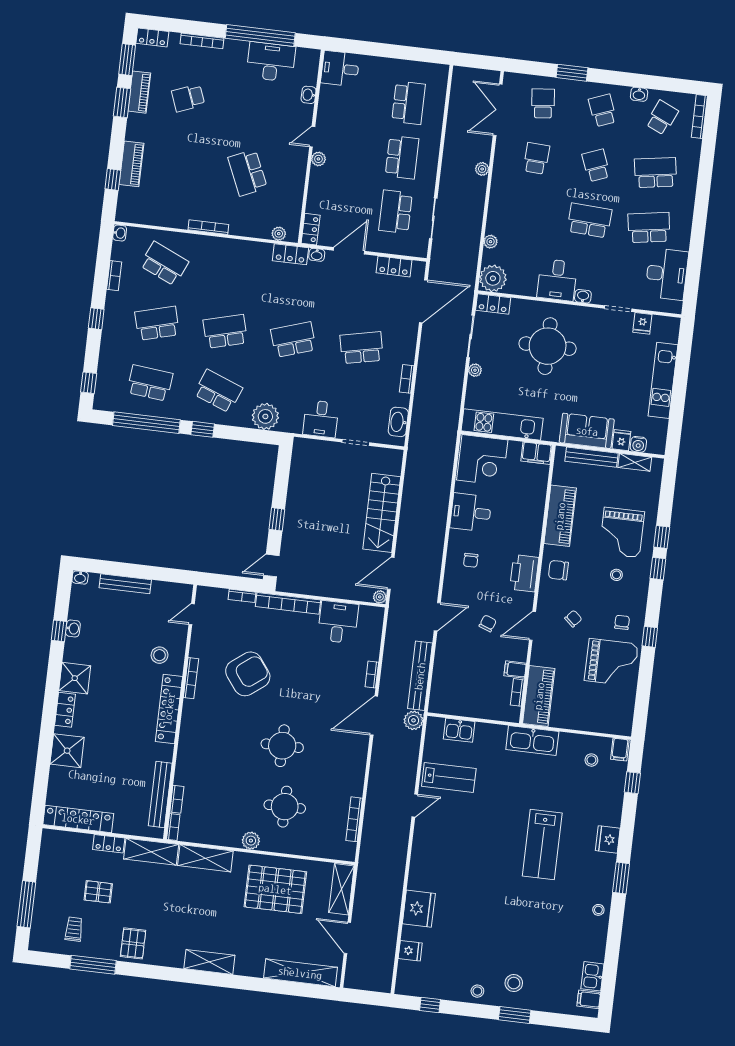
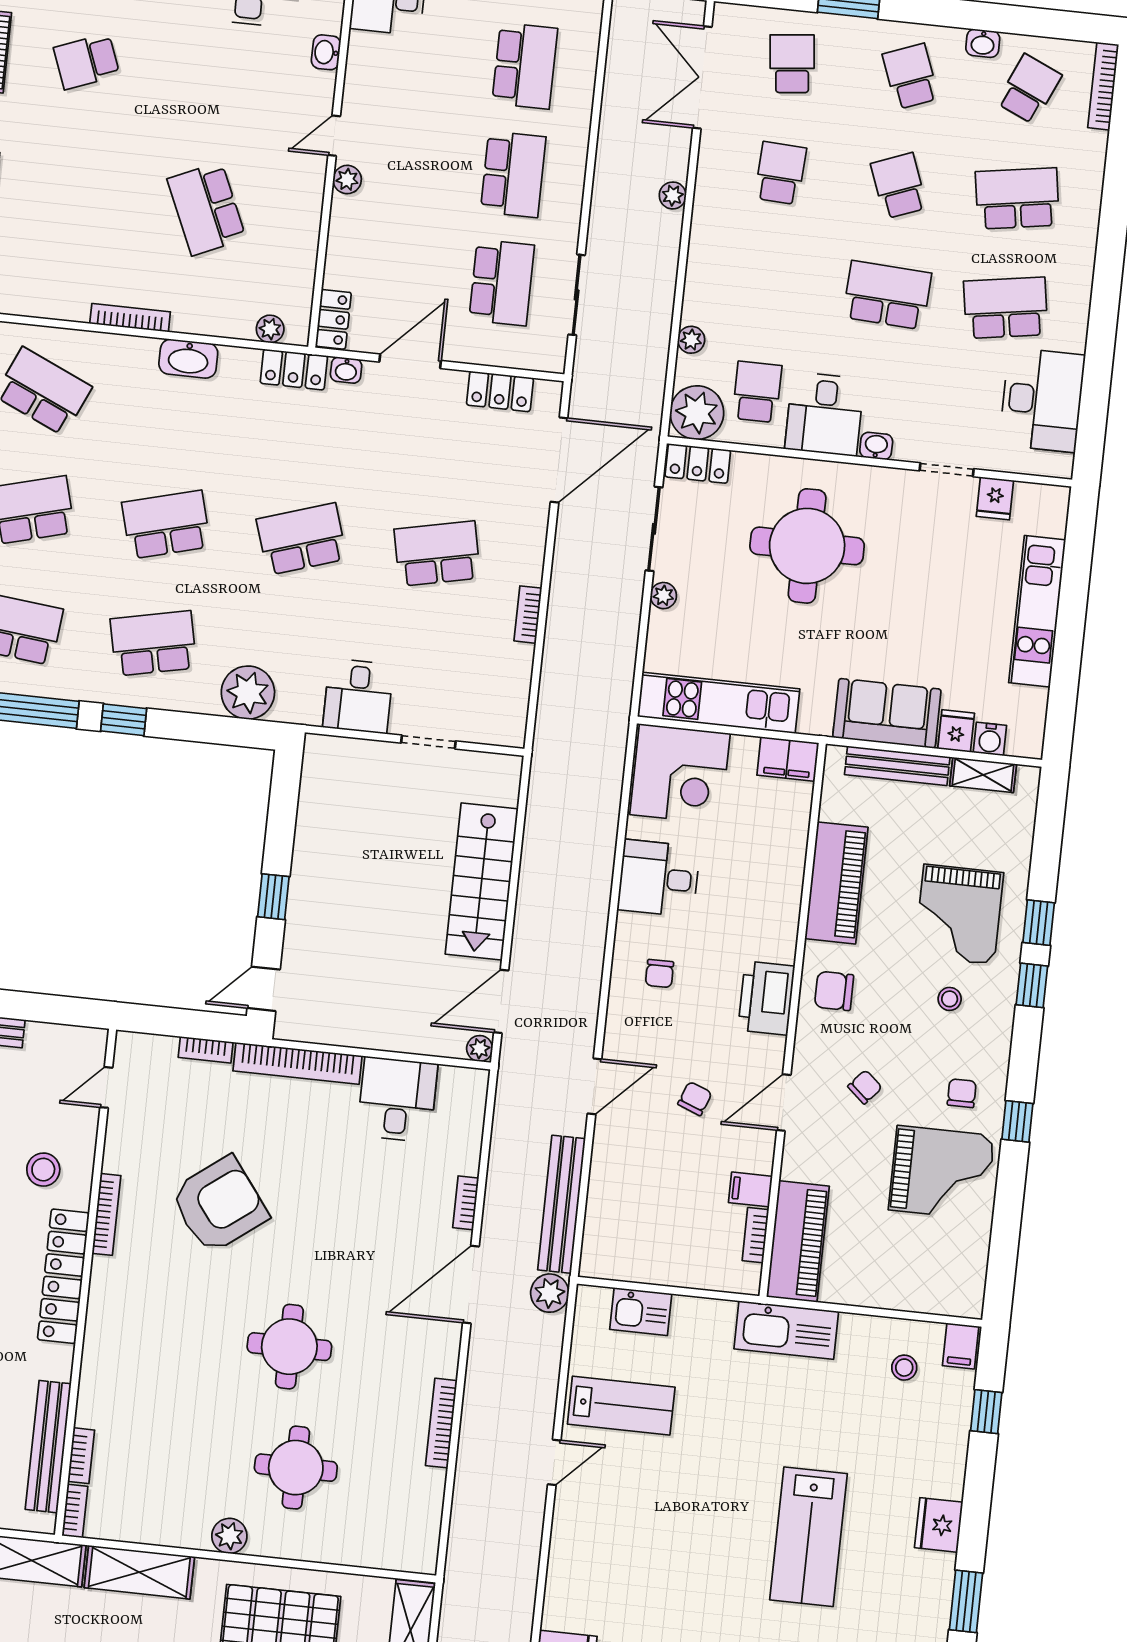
school desk: (396, 212) -> (502, 283), turned 180
school desk: (523, 268) -> (757, 392), added
school desk: (218, 391) -> (153, 643), turned -33
washbasin: (398, 422) -> (188, 359), moved, turned -90
bookcase: (354, 819) -> (441, 1423), moved

